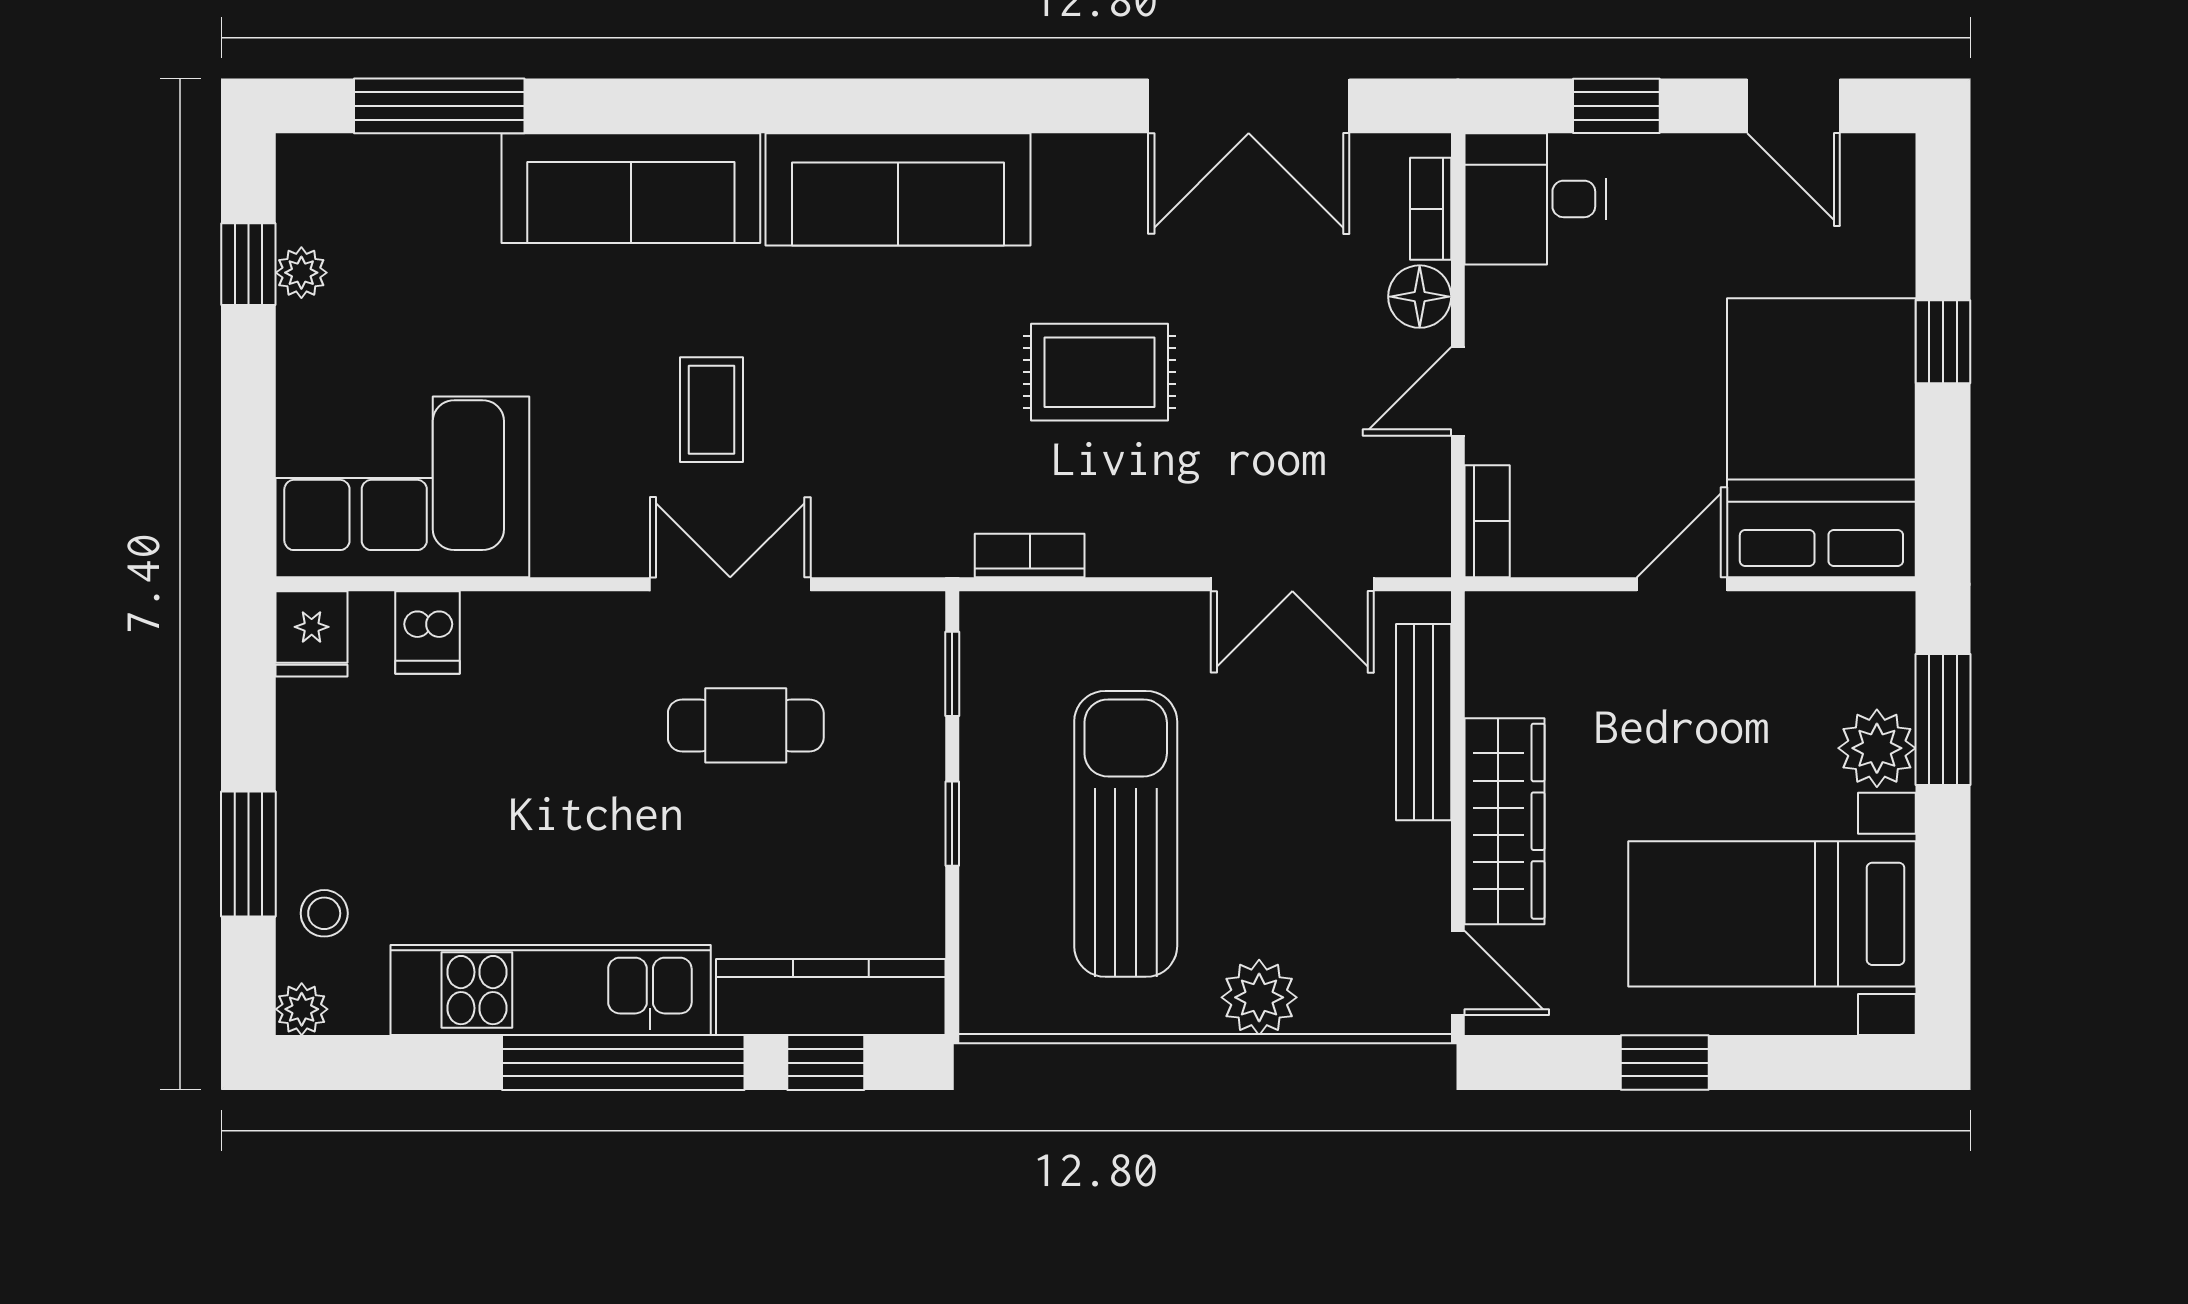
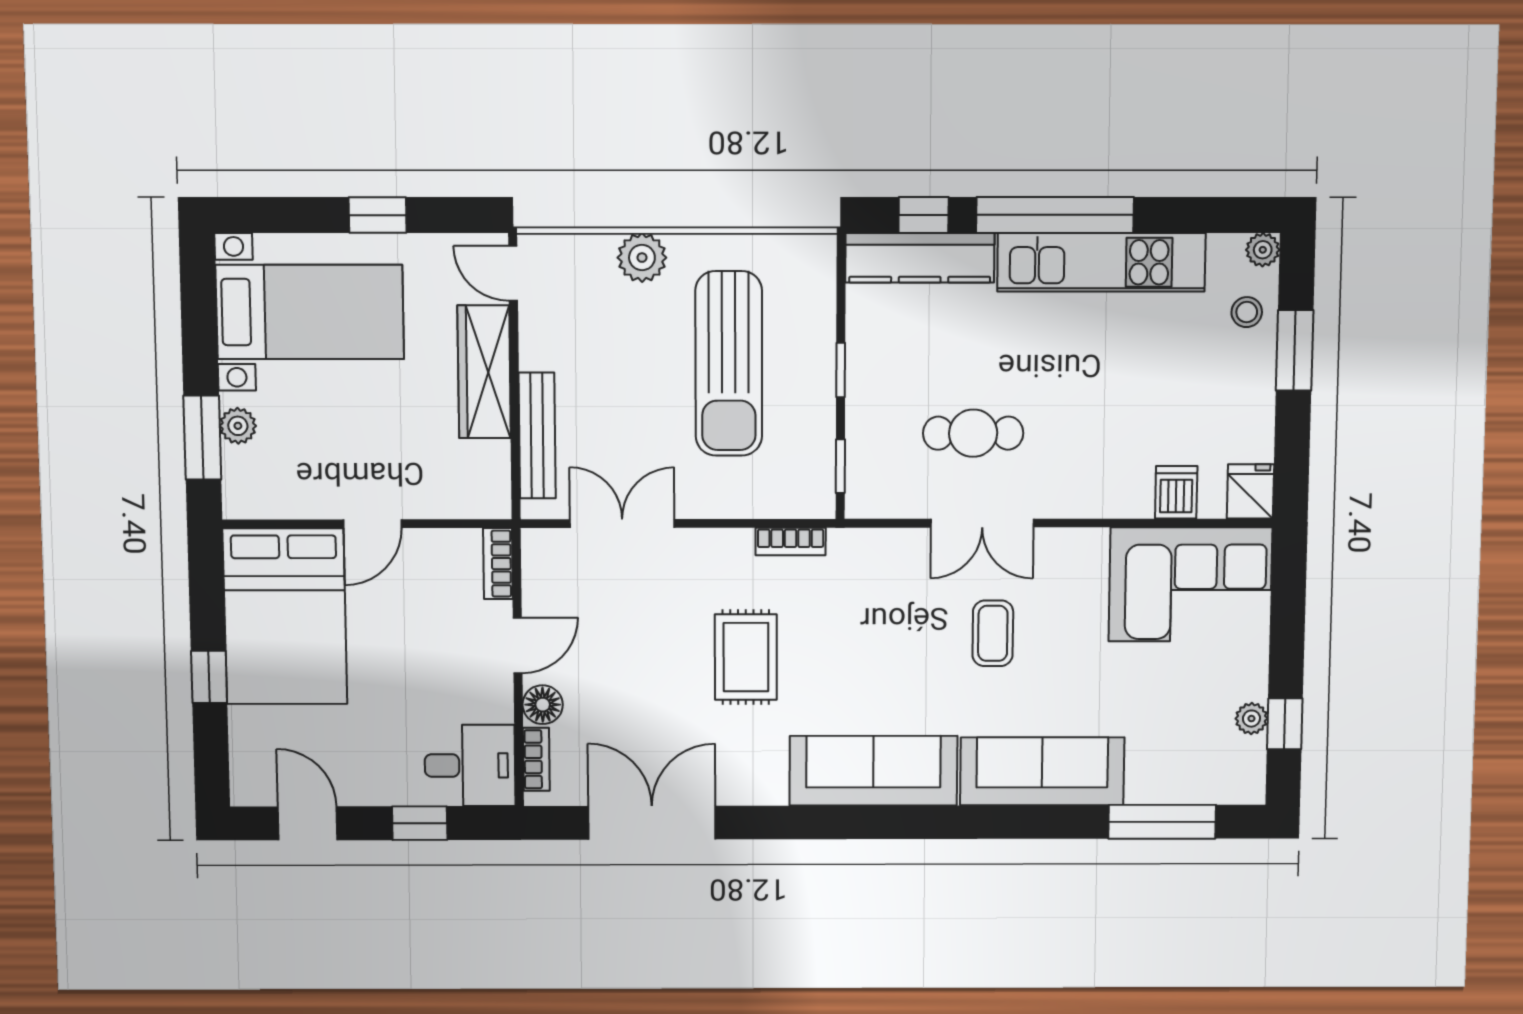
rug: (1099, 372) -> (746, 657), turned 90
plant: (1877, 748) -> (238, 426), width x0.73, depth x0.73

